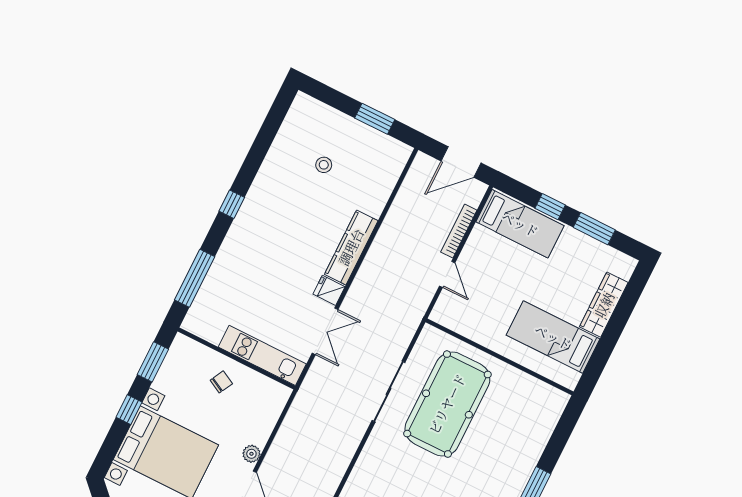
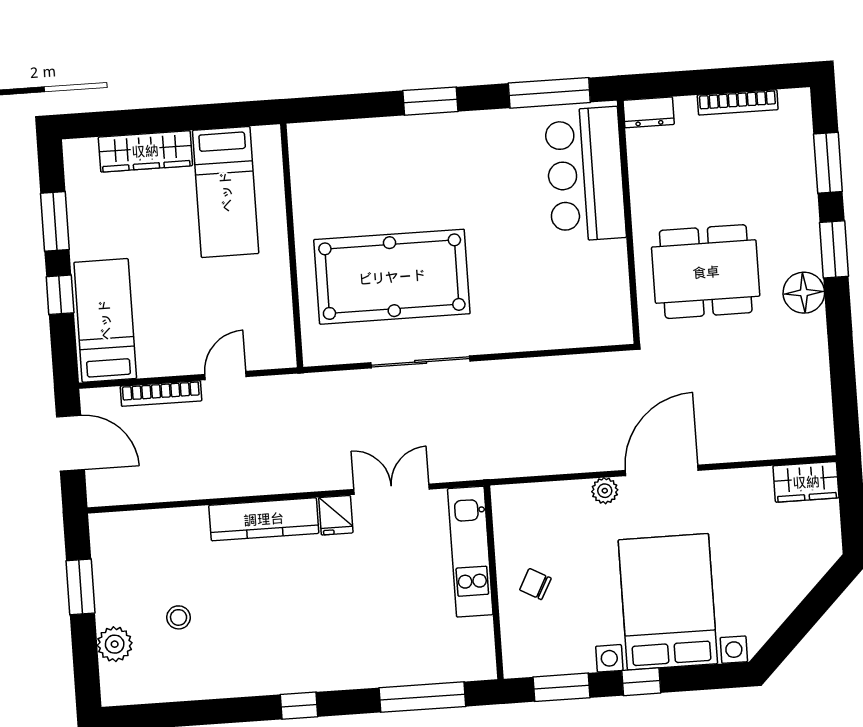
plant: (330, 119) -> (115, 644), added

